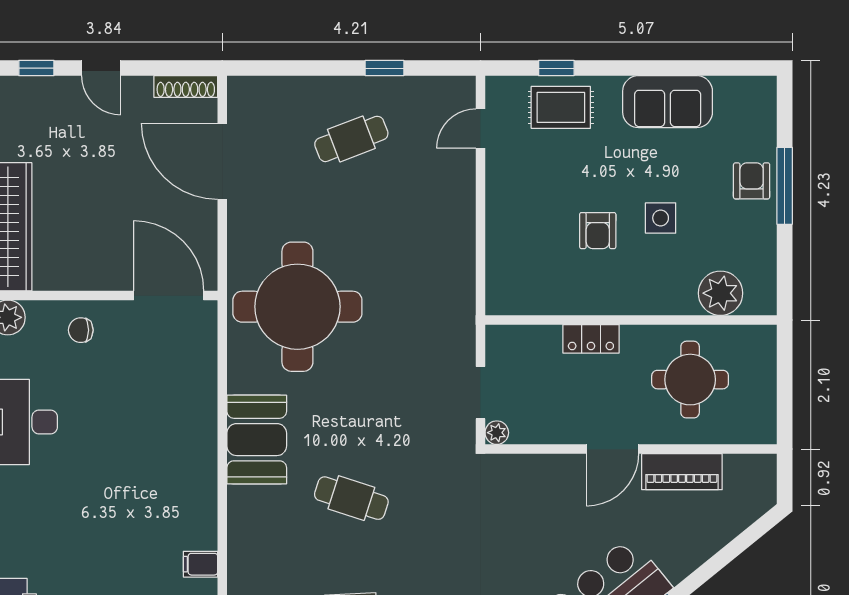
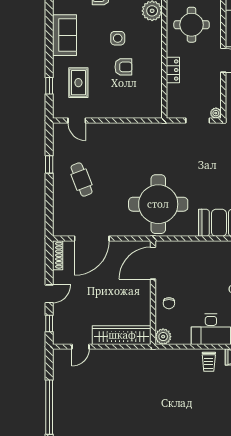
rug: (561, 107) -> (78, 83), moved

